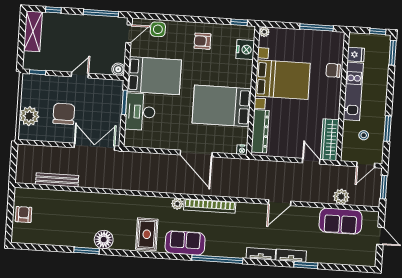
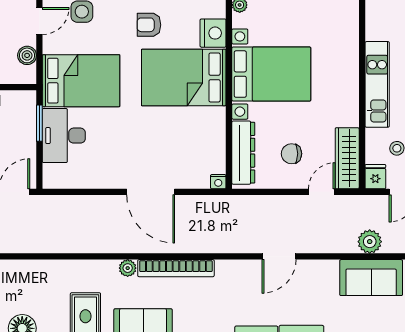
fridge: (356, 55) -> (375, 177), moved, turned -90
boiler: (118, 69) -> (27, 55), moved
chair: (333, 70) -> (291, 154), moved
bed: (222, 106) -> (184, 77), moved
door: (311, 161) -> (322, 192), hinge flipped

